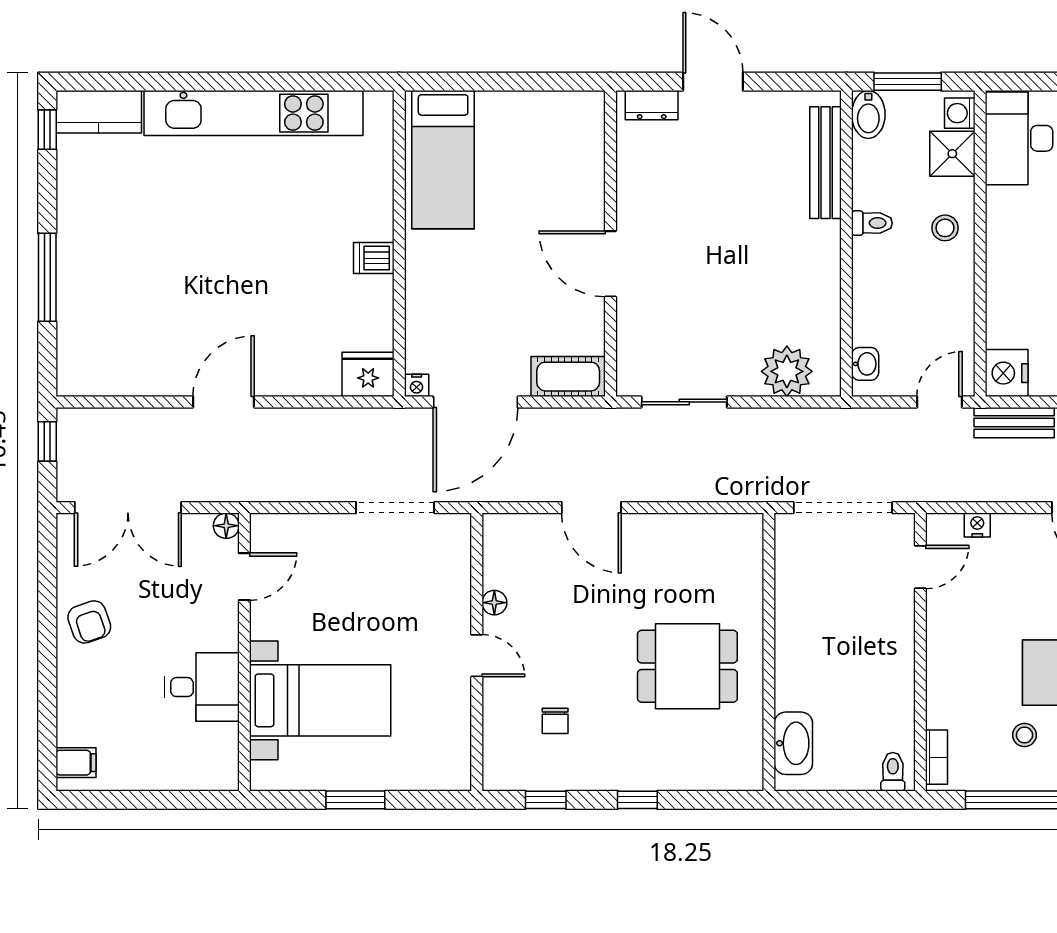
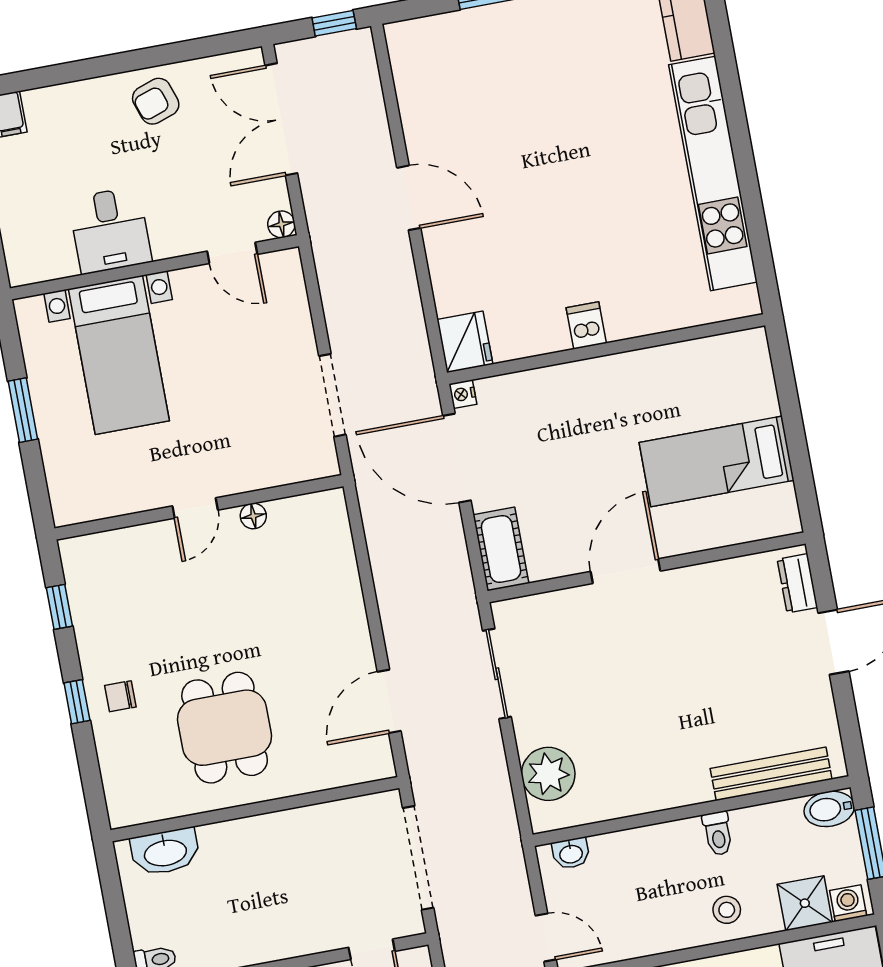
bed: (443, 160) -> (717, 461), moved
door: (591, 508) -> (389, 701), moved
chair: (555, 721) -> (120, 696), moved

